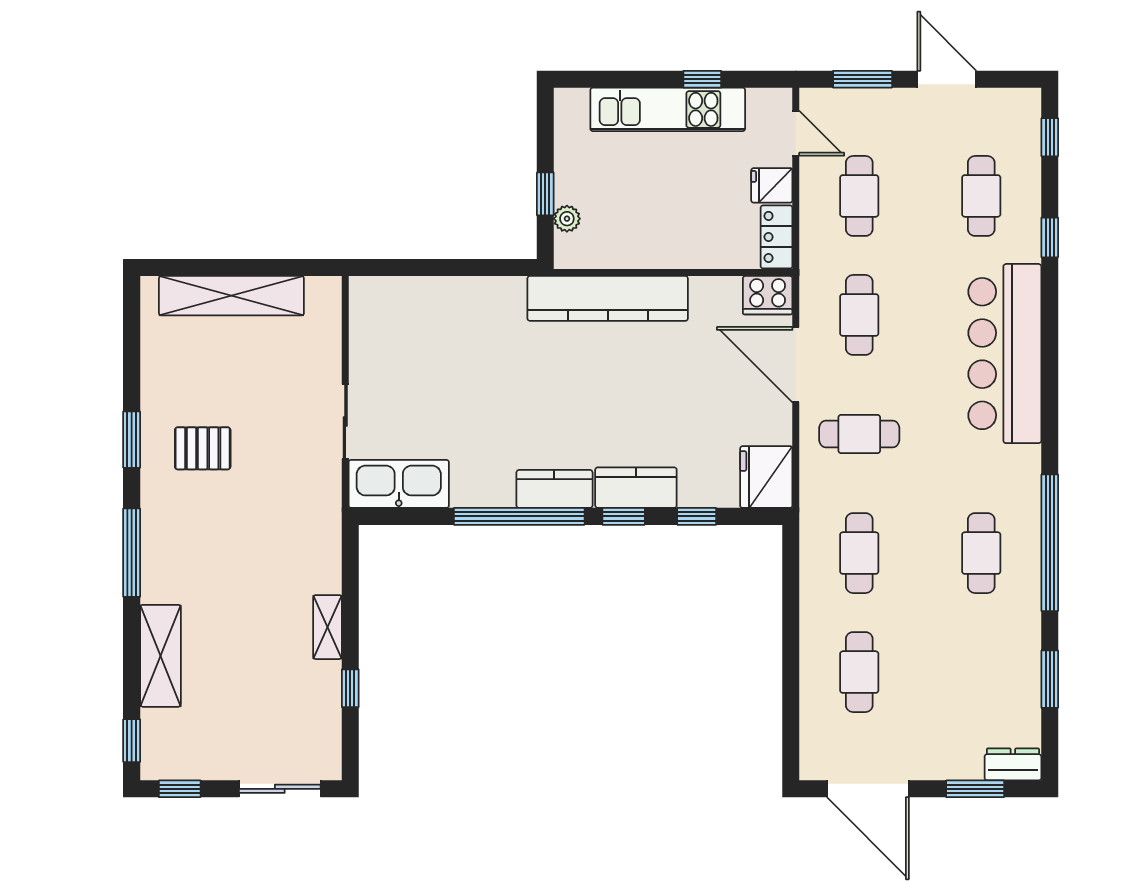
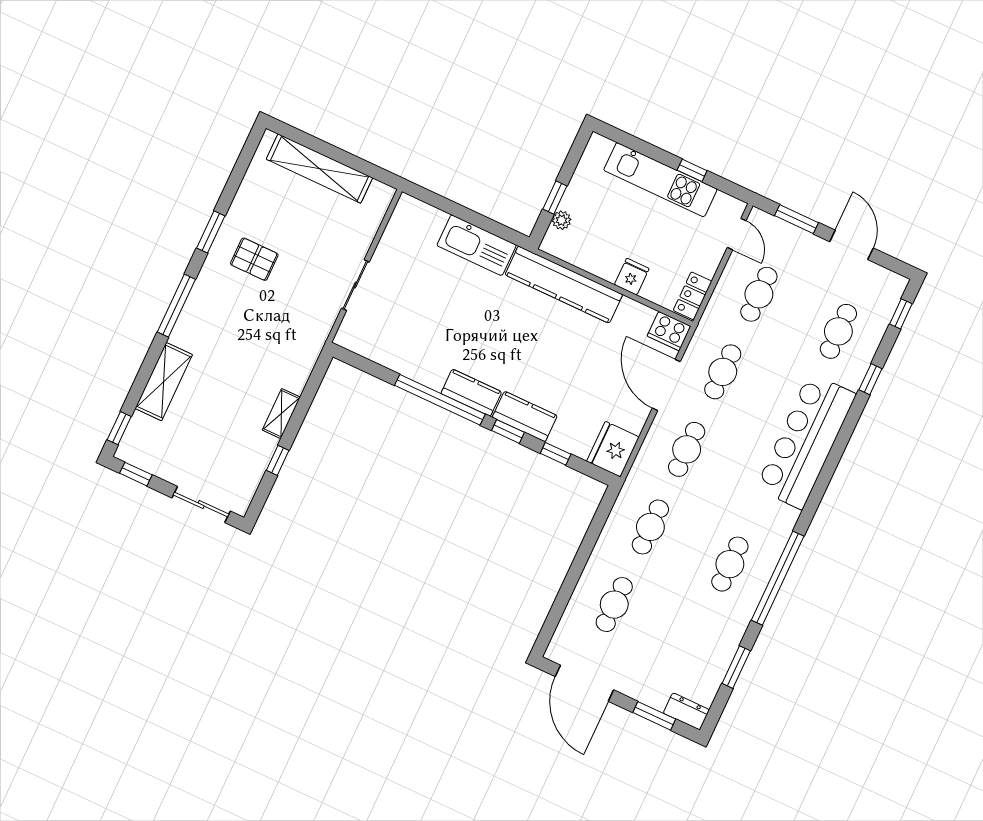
fridge: (772, 185) -> (632, 277), moved, turned 90
cafe table: (859, 434) -> (687, 449), turned 90
kitchen sink: (399, 484) -> (477, 245), moved, turned 180

